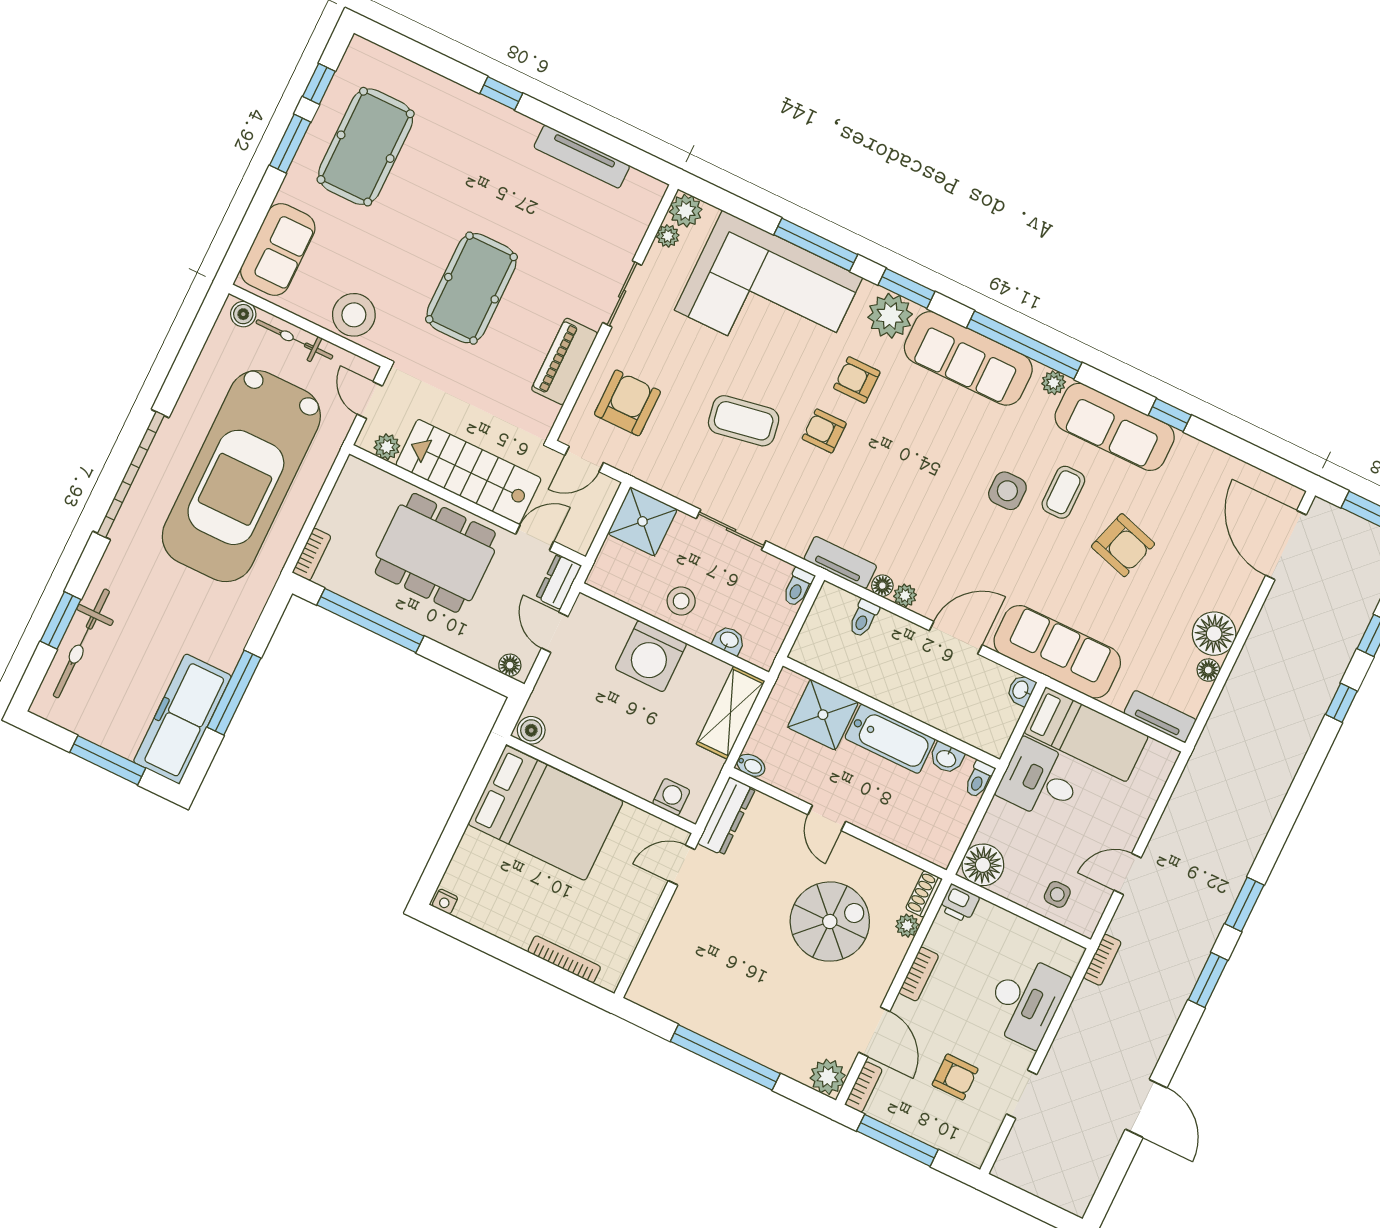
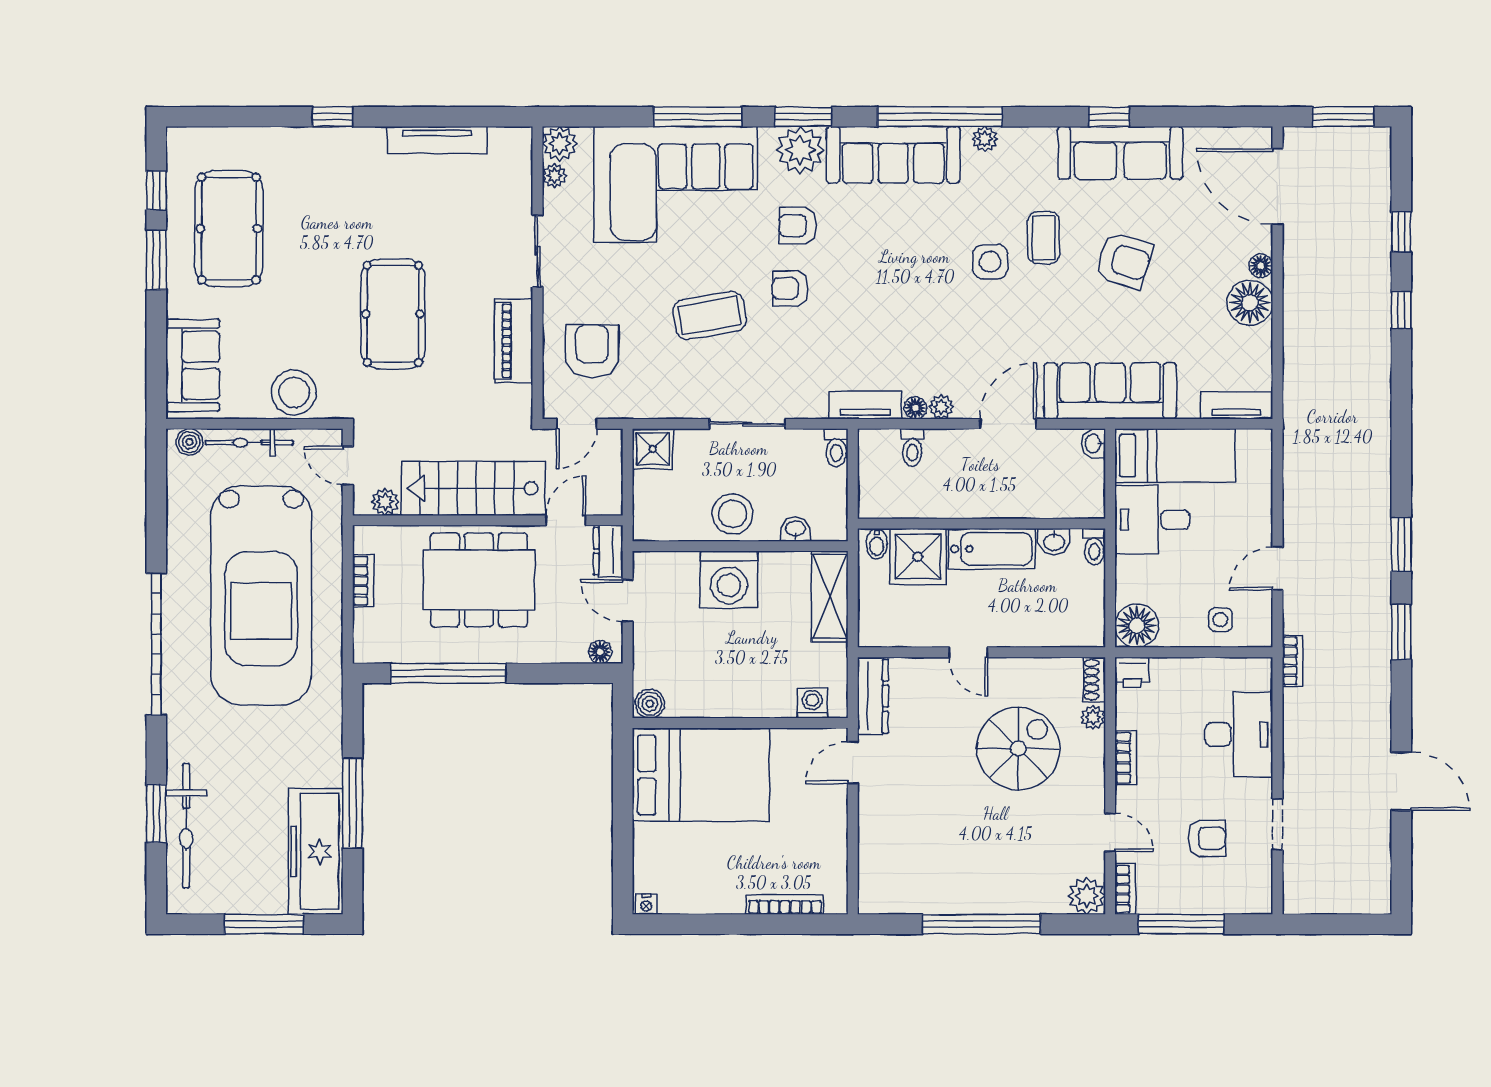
sofa: (1115, 427) -> (1120, 153), moved
shower: (642, 521) -> (653, 449), width x0.73, depth x0.73
bookcase: (312, 554) -> (363, 581), moved
stool: (681, 601) -> (733, 514), width x1.38, depth x1.38
floor lamp: (1208, 670) -> (1261, 266), moved
bidet: (751, 765) -> (877, 544), moved, turned 90
door: (874, 1032) -> (1110, 832), width x0.73

